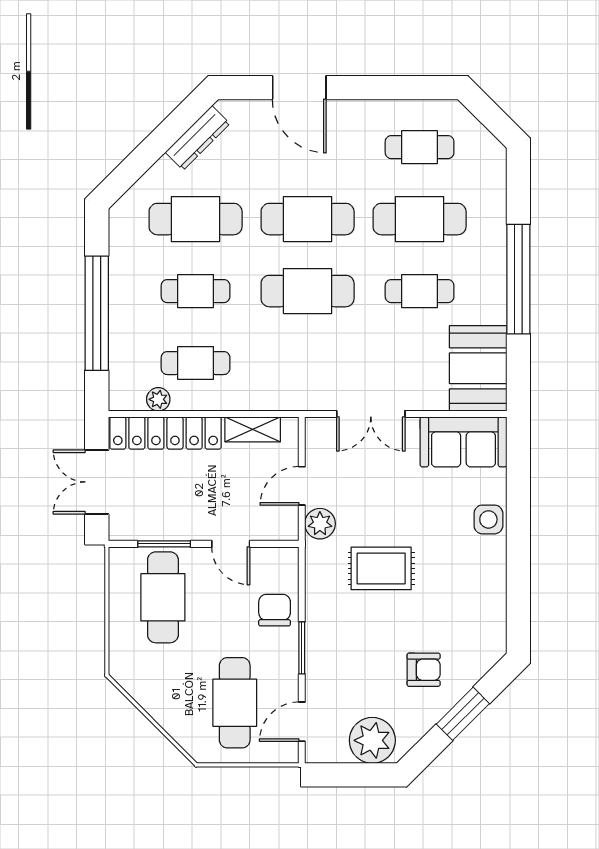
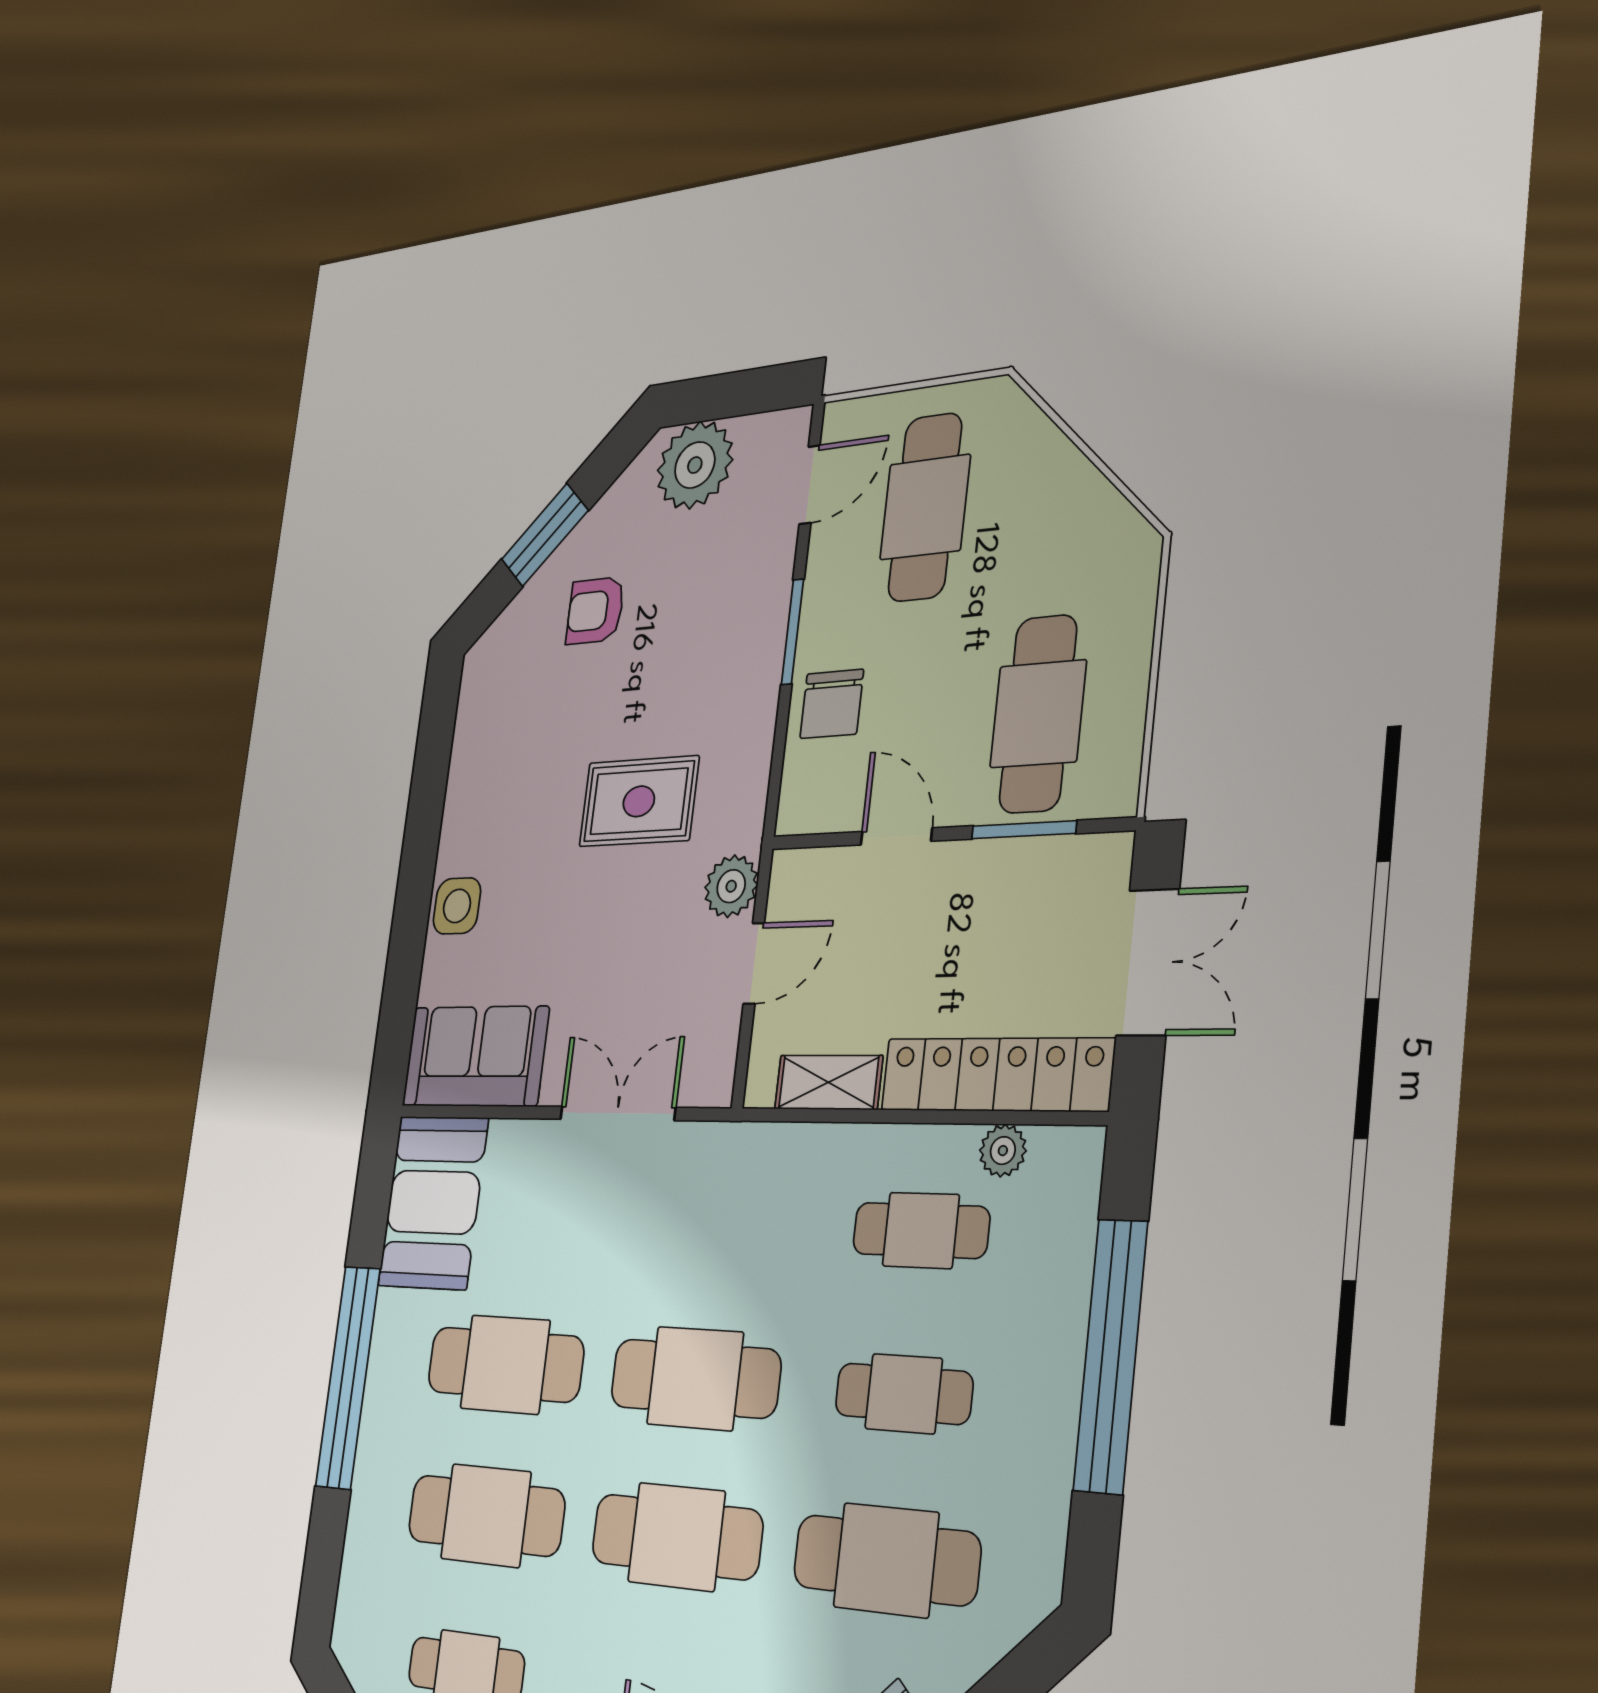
cafe table: (420, 291) -> (505, 1364), width x1.37, depth x1.35

